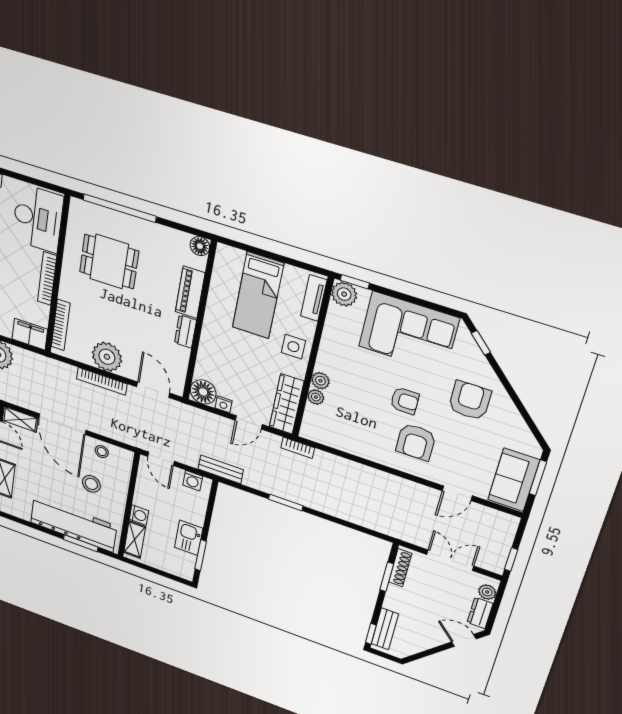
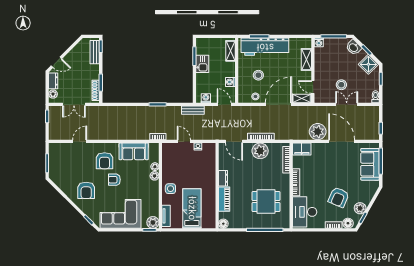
floor lamp: (203, 392) -> (209, 149), removed
wardrobe: (287, 404) -> (168, 158), removed
door: (249, 422) -> (184, 141), hinge flipped
door: (62, 424) -> (278, 104), hinge flipped
armchair: (416, 442) -> (105, 161), turned 180
sofa: (514, 480) -> (134, 151), moved, turned 90
washing machine: (139, 515) -> (230, 82), moved

